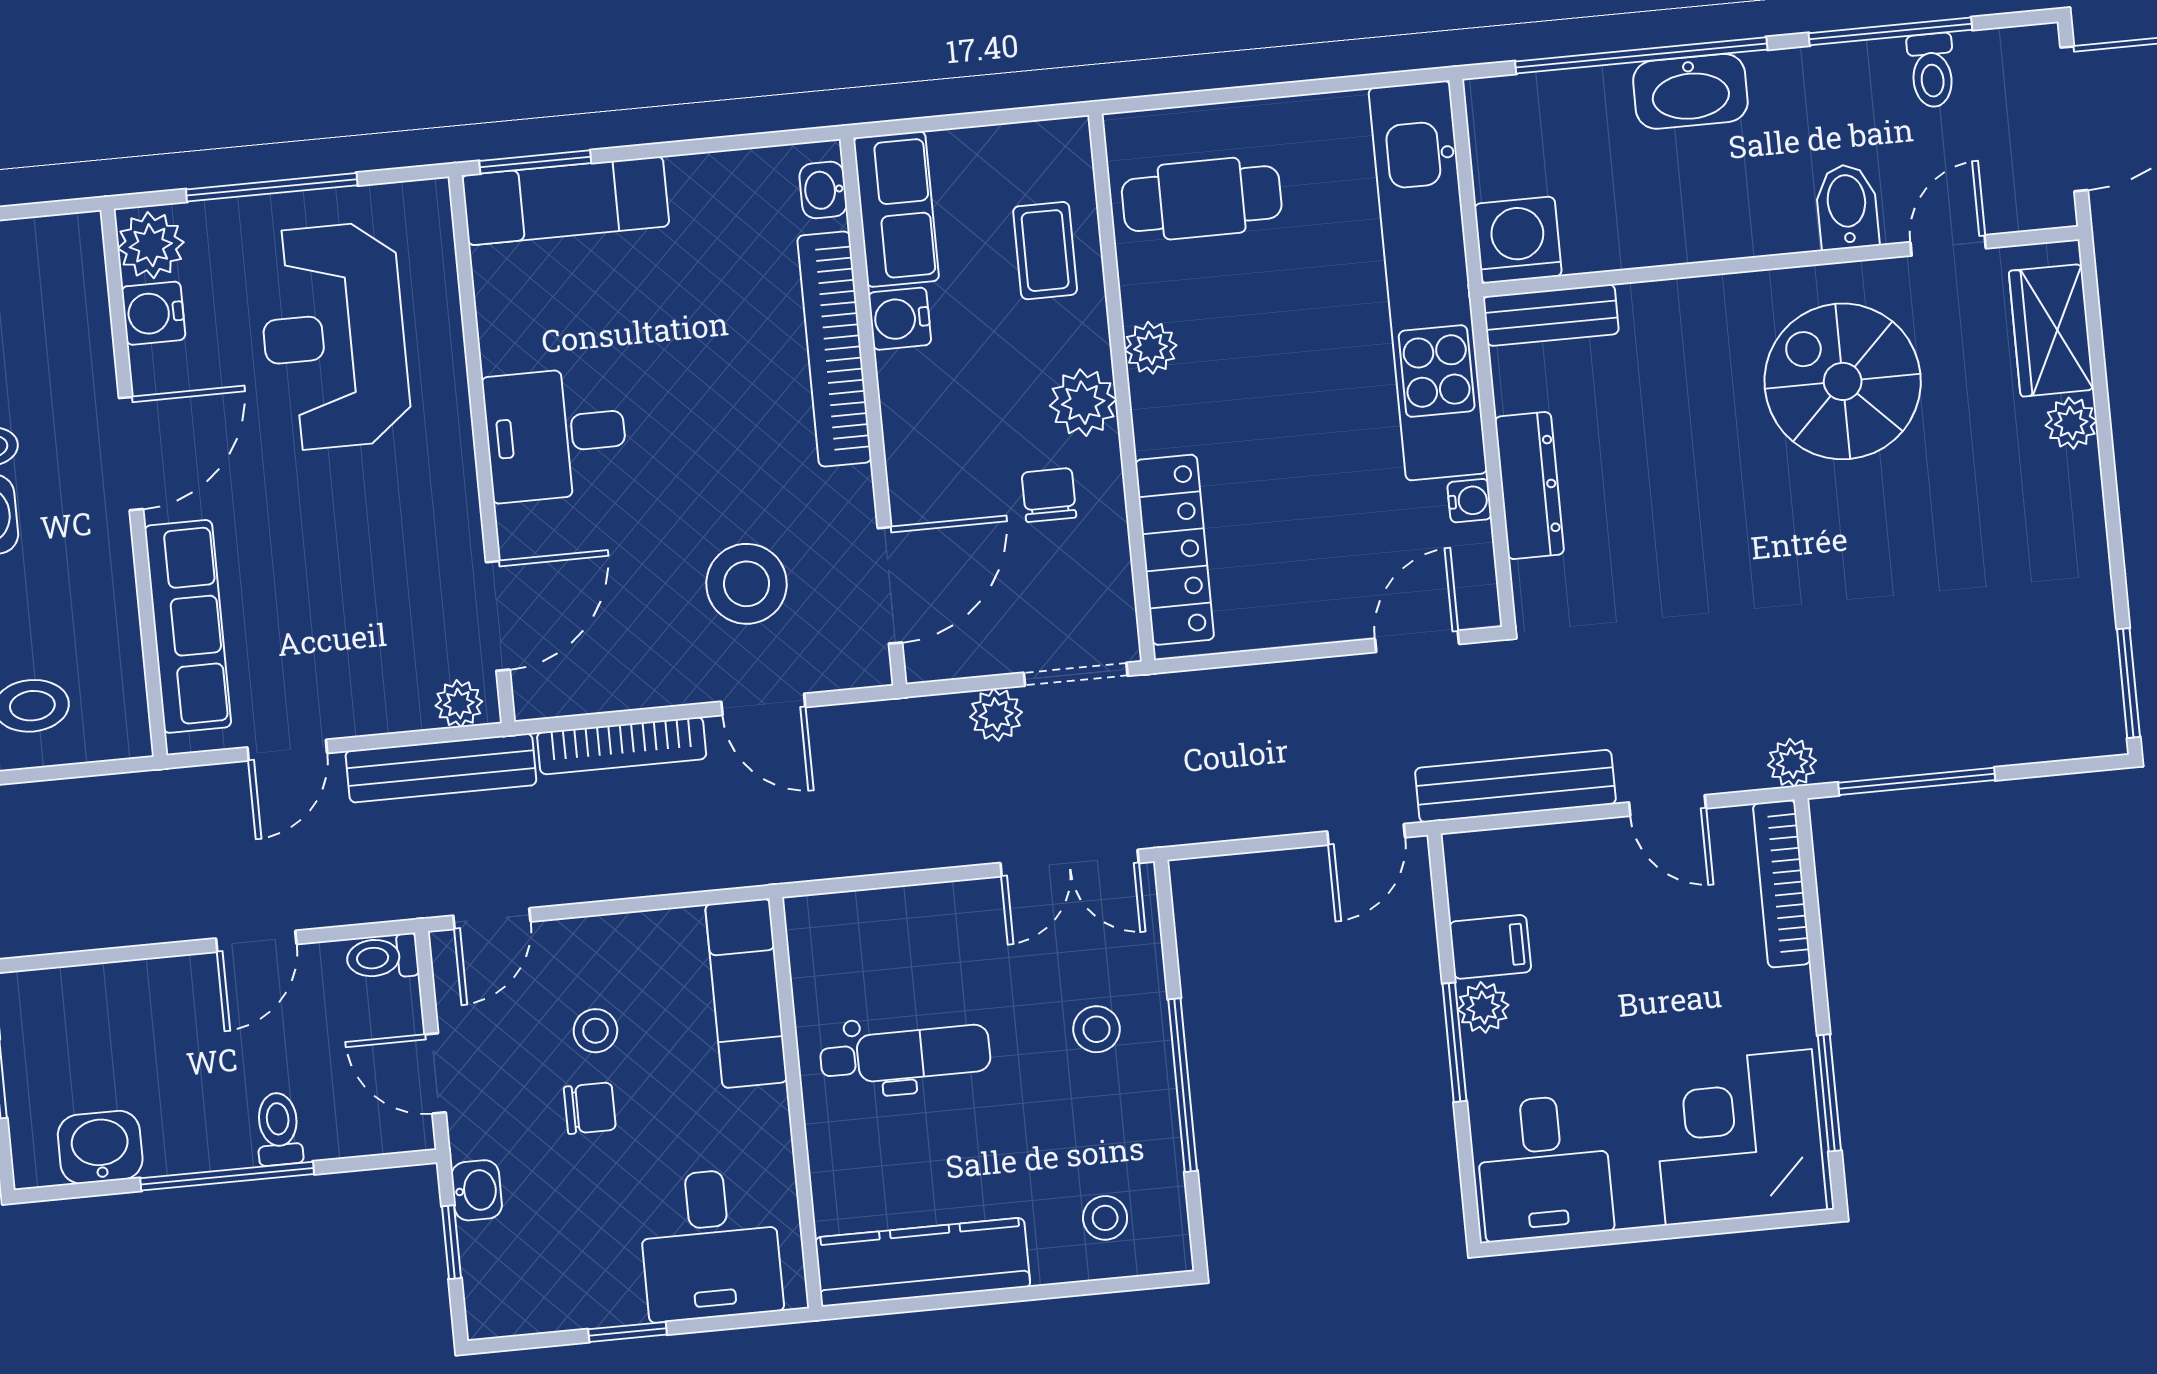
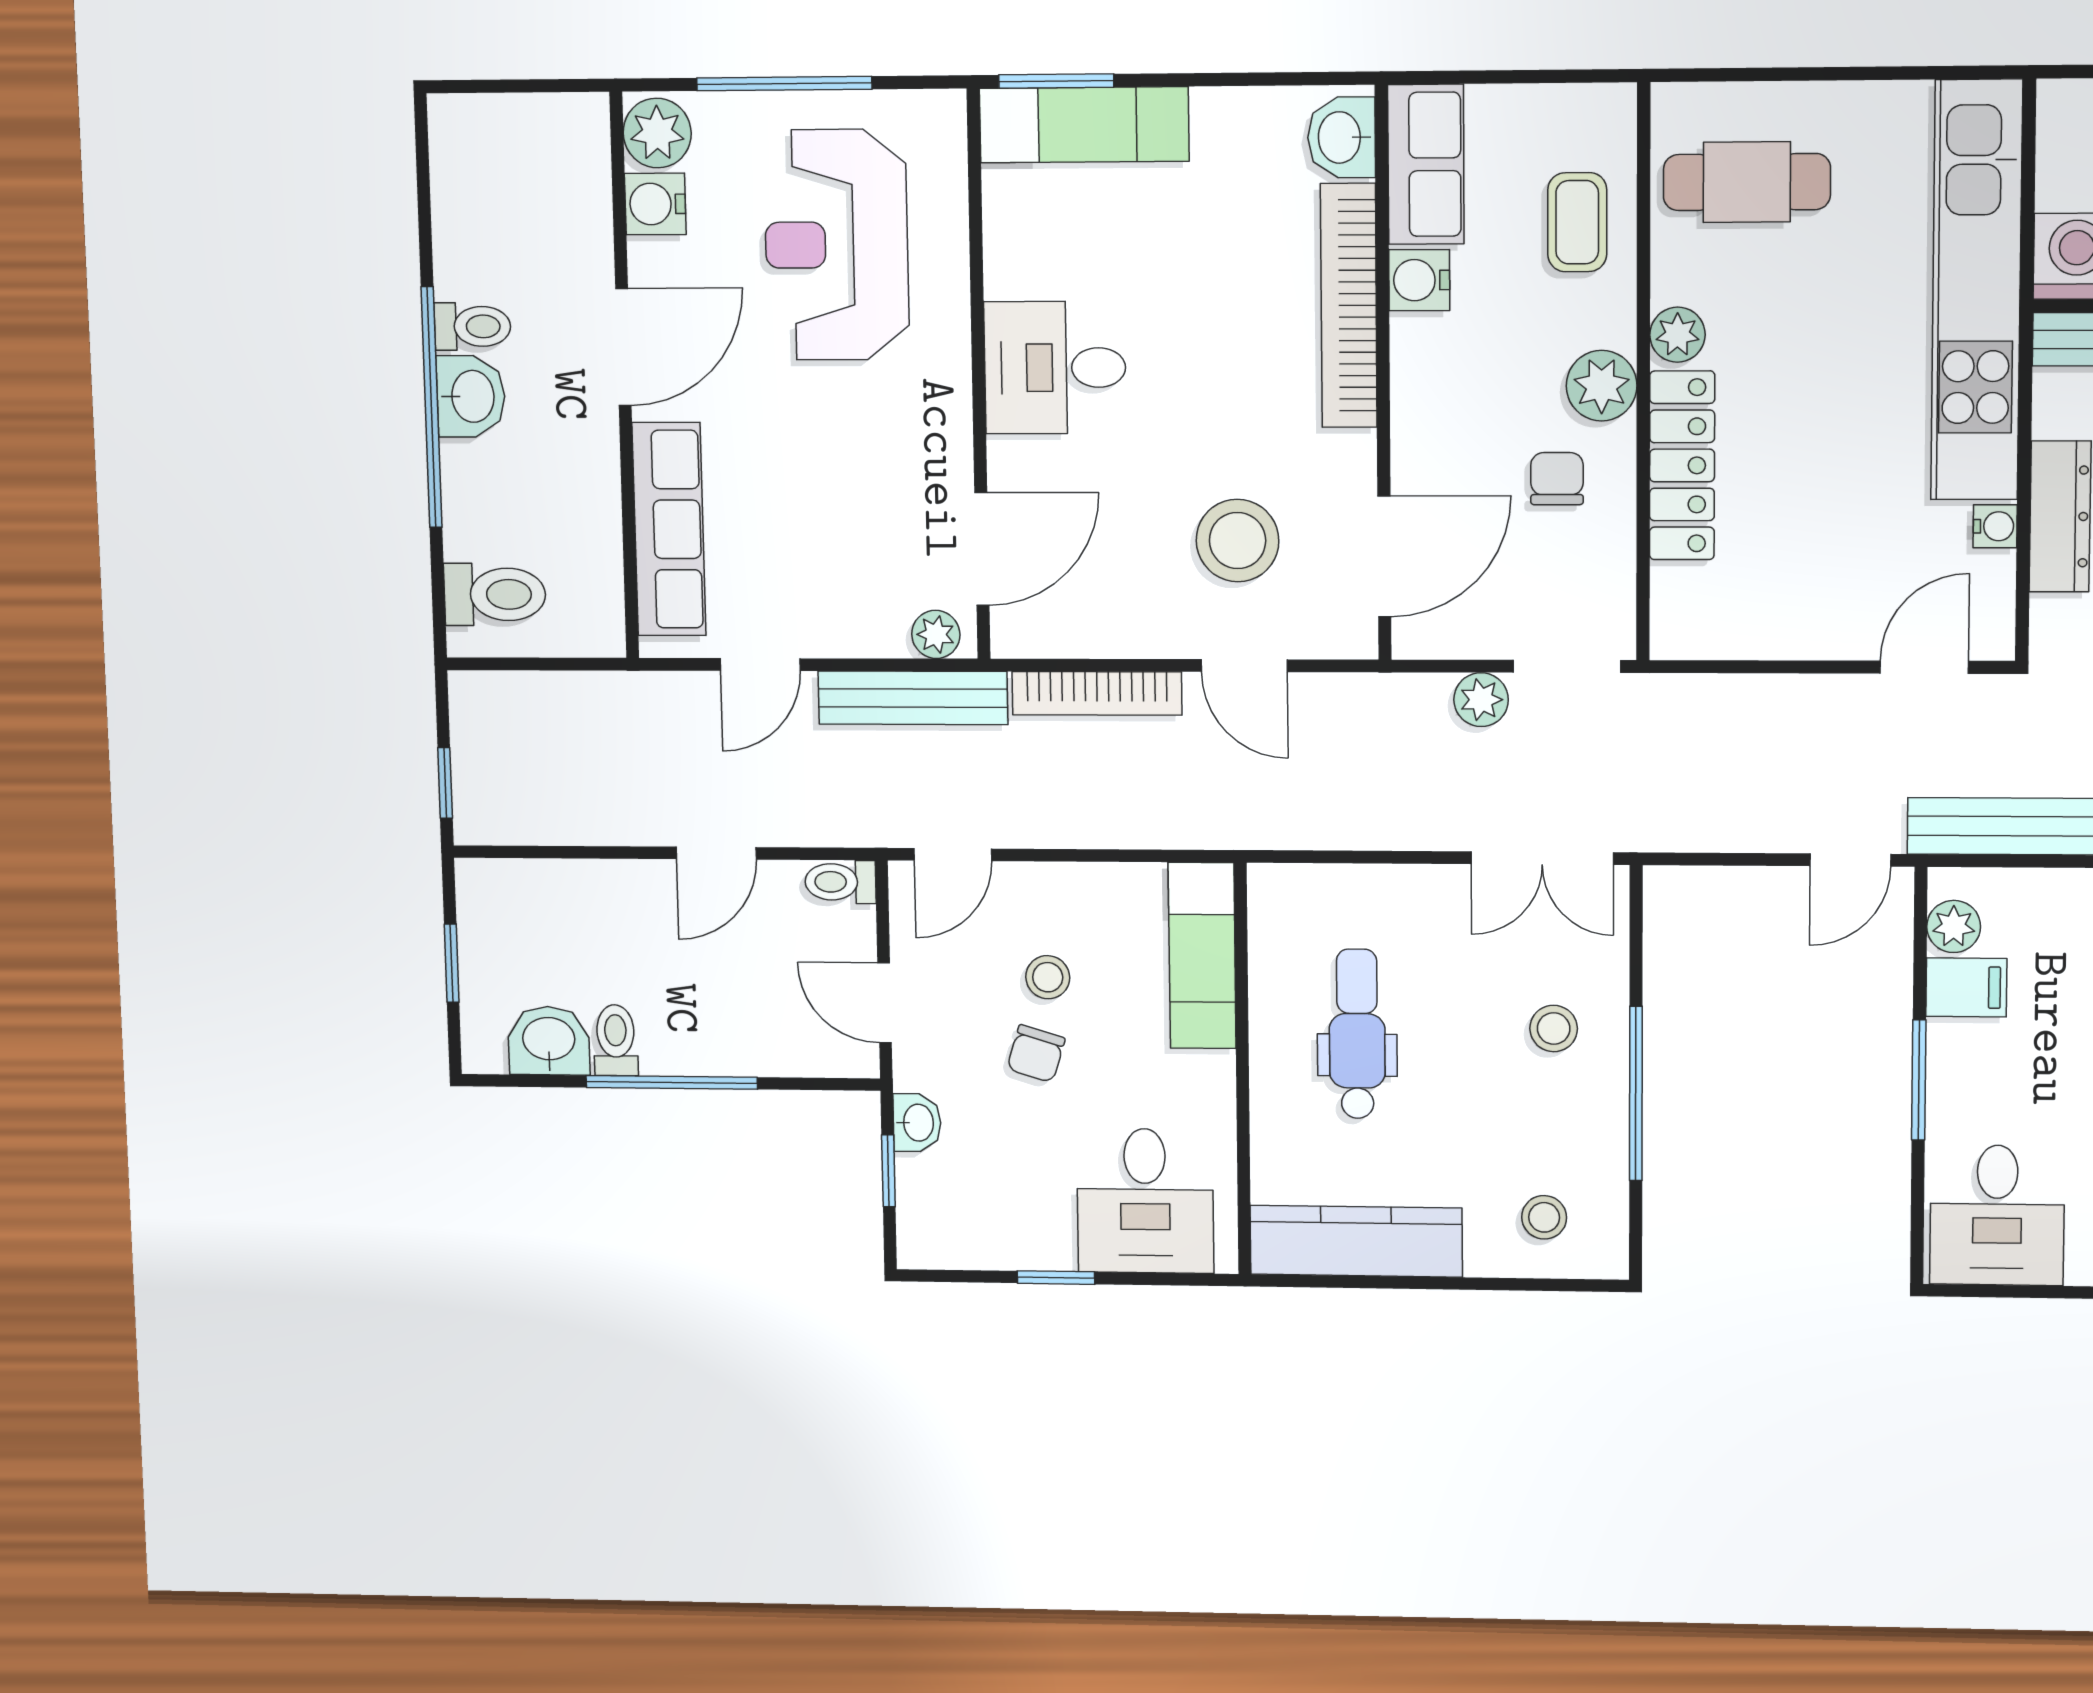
washbasin: (823, 190) -> (1341, 137), width x1.38, depth x1.45
locker: (1175, 550) -> (1682, 465), moved
plant: (1483, 1007) -> (1954, 927), moved
dental chair: (905, 1055) -> (1357, 1034), turned -90
chair: (590, 1108) -> (1036, 1054), turned 107
toilet: (279, 1129) -> (616, 1040), moved

